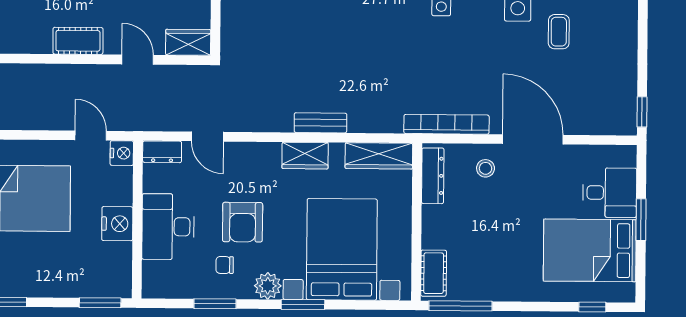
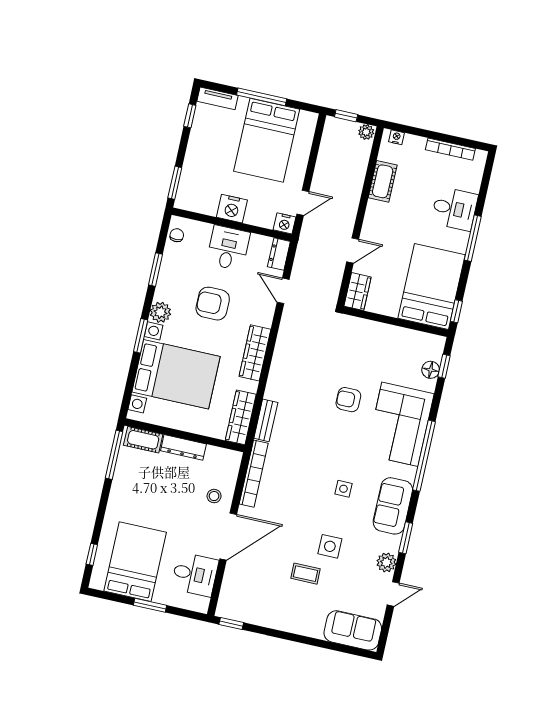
armchair: (327, 25) -> (348, 400), added
cot: (78, 41) -> (383, 181), moved
bench: (320, 123) -> (266, 420), moved
door: (207, 137) -> (283, 291), hinge flipped
wardrobe: (305, 156) -> (255, 353), width x1.50
dresser: (433, 176) -> (183, 447), moved
desk: (610, 193) -> (195, 574), moved, turned -90
desk: (168, 227) -> (228, 248), width x0.73
chair: (225, 265) -> (177, 235), moved

